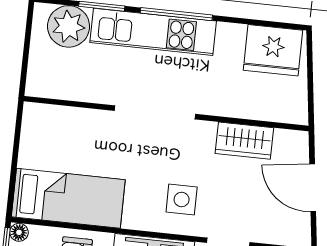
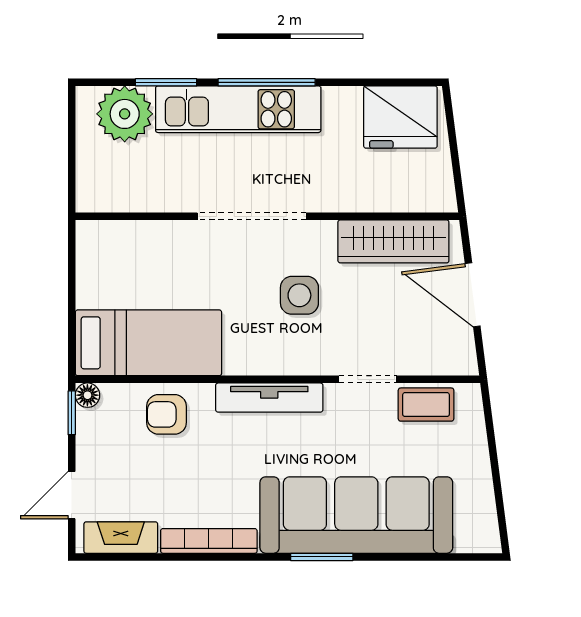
wardrobe: (244, 141) -> (393, 241), width x1.50
side table: (182, 200) -> (299, 295), moved

